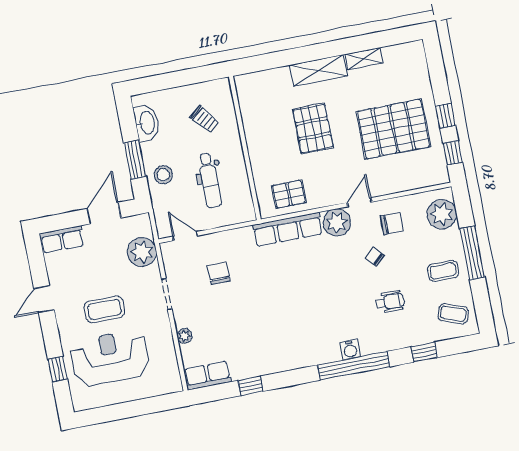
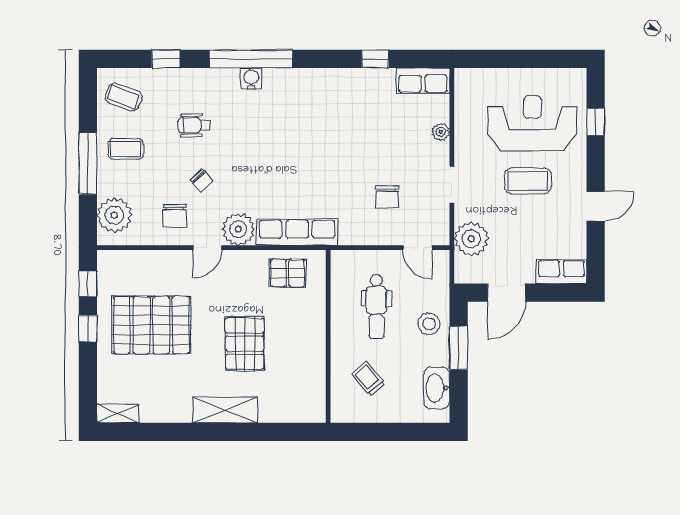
shelving: (364, 59) -> (118, 413), moved
dental chair: (210, 180) -> (376, 307), turned 180
chair: (392, 224) -> (175, 216), turned -90
reception desk: (110, 358) -> (532, 123), turned 180

